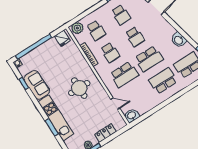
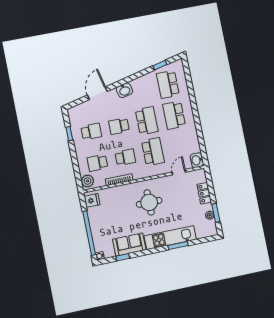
school desk: (96, 30) -> (97, 163), turned 180
school desk: (135, 37) -> (119, 126), turned 180
washbasin: (179, 40) -> (124, 90), moved

